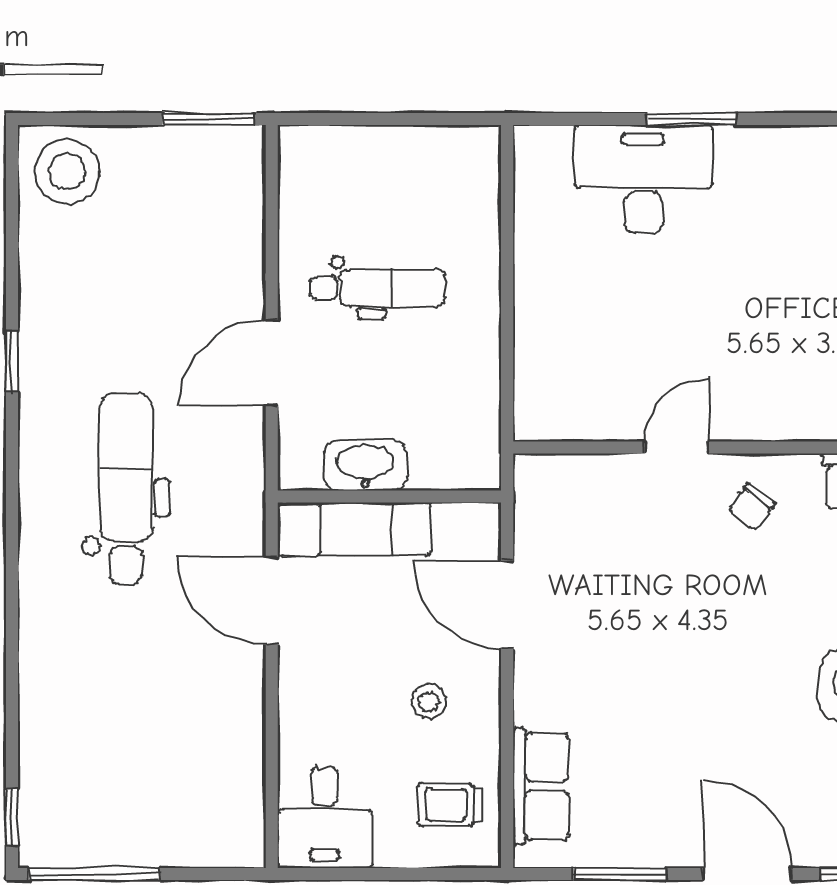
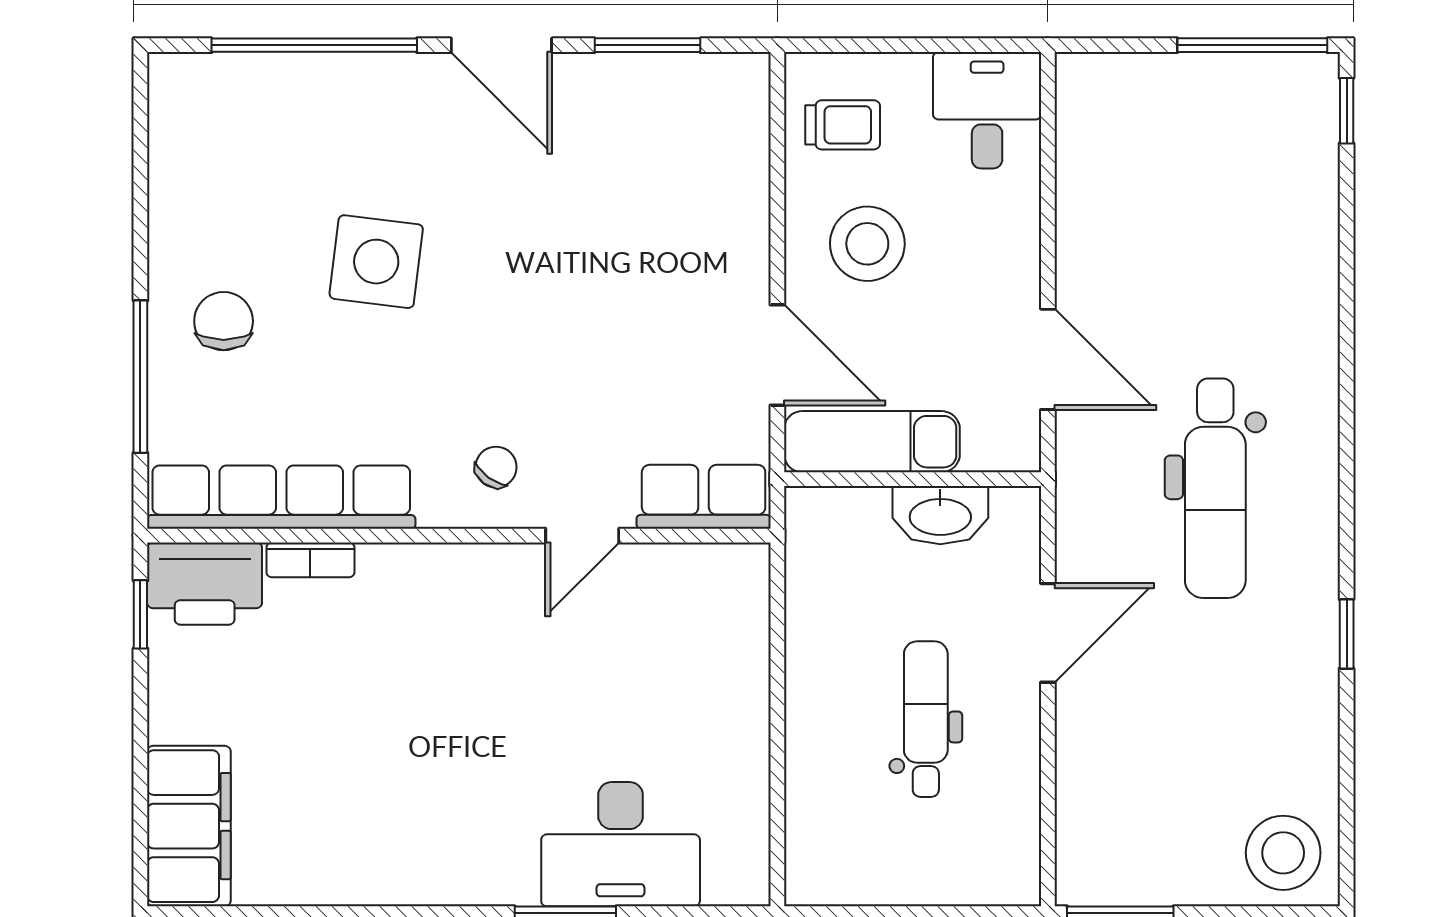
dental chair: (378, 288) -> (926, 719), turned 90
exam couch: (354, 529) -> (872, 442), moved
stool: (429, 701) -> (867, 244), width x1.89, depth x1.89
row of seats: (541, 786) -> (704, 497), moved, turned 90

